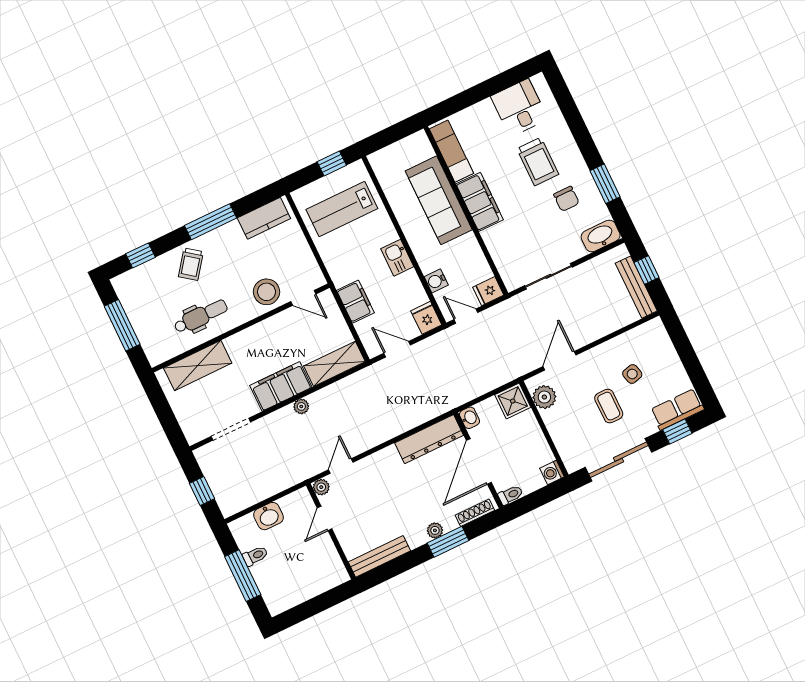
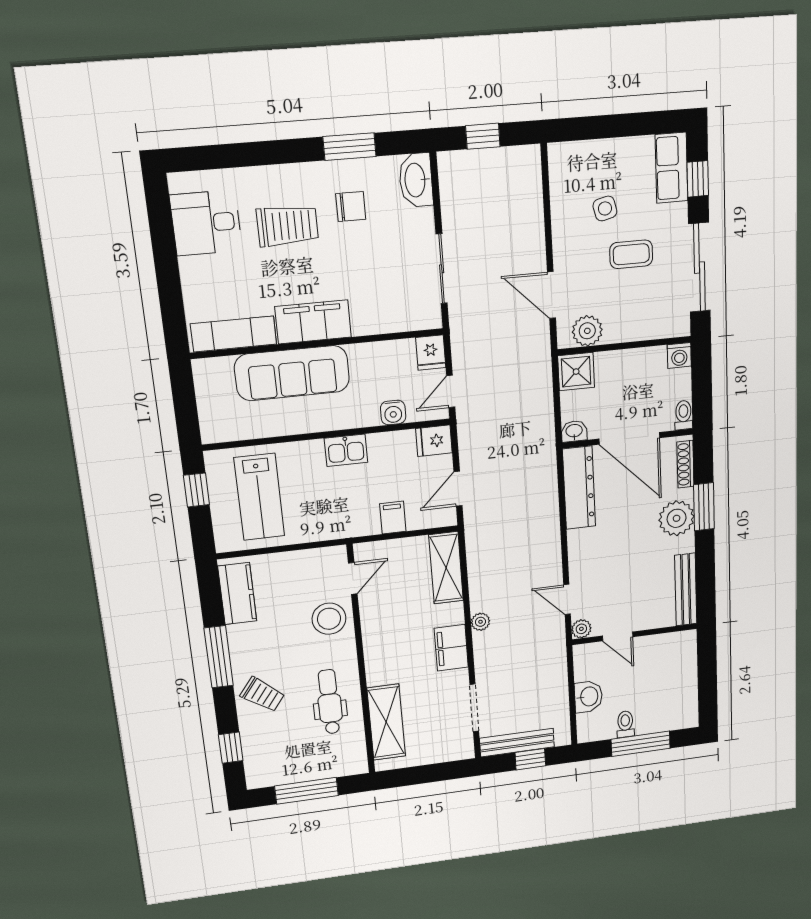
bench: (636, 287) -> (517, 743), moved
filing cabinet: (355, 302) -> (393, 518), width x0.50
filing cabinet: (281, 386) -> (451, 648), width x0.67, depth x0.86
plant: (435, 530) -> (677, 518), width x1.87, depth x1.87

